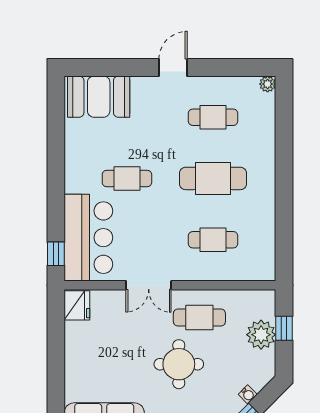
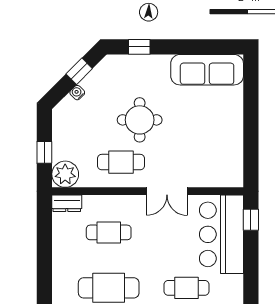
dresser: (259, 272) -> (67, 203), added
double door: (149, 285) -> (167, 191), swing flipped
fridge: (77, 305) -> (232, 173), removed
plant: (261, 335) -> (65, 174), moved

